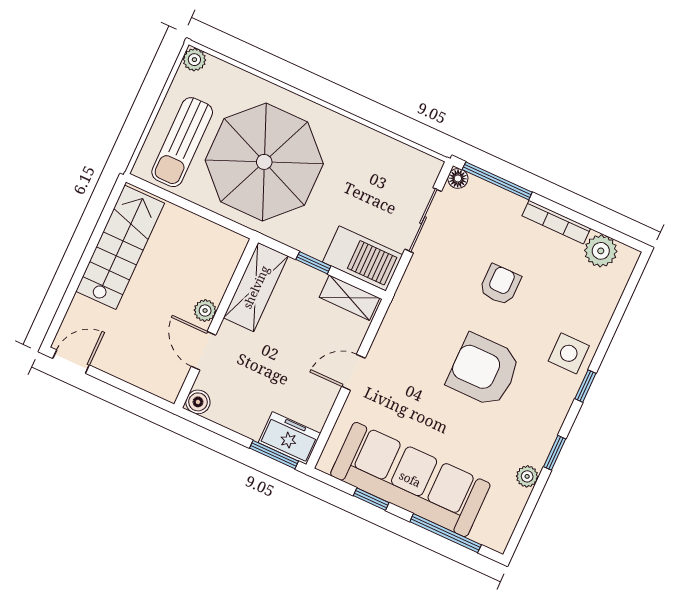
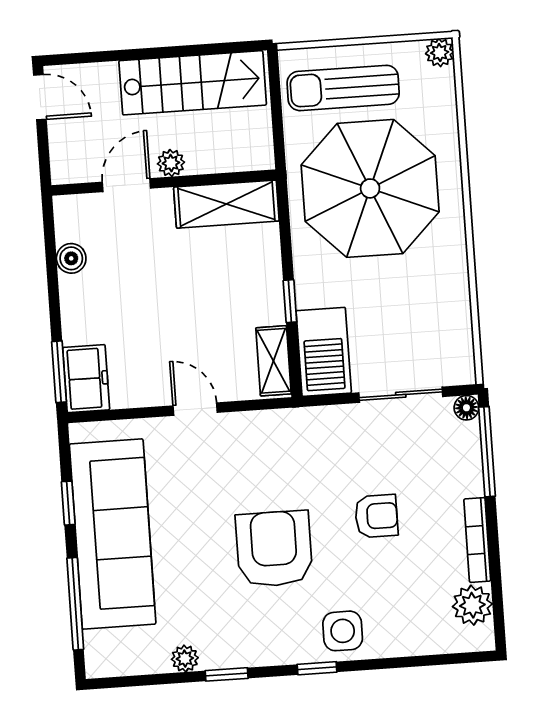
shelving: (256, 287) -> (226, 204), moved
plant: (205, 310) -> (171, 163), moved
wall: (216, 323) -> (164, 183), moved
door: (204, 351) -> (126, 185), moved

